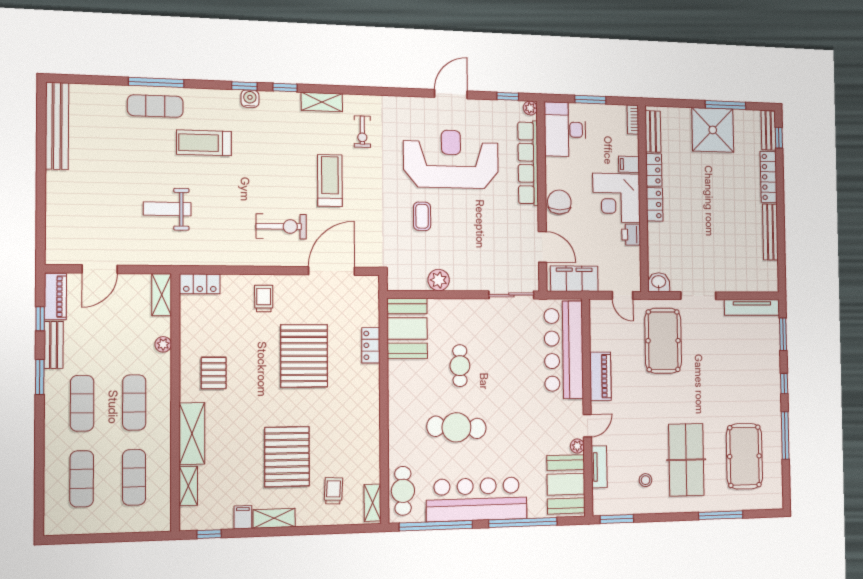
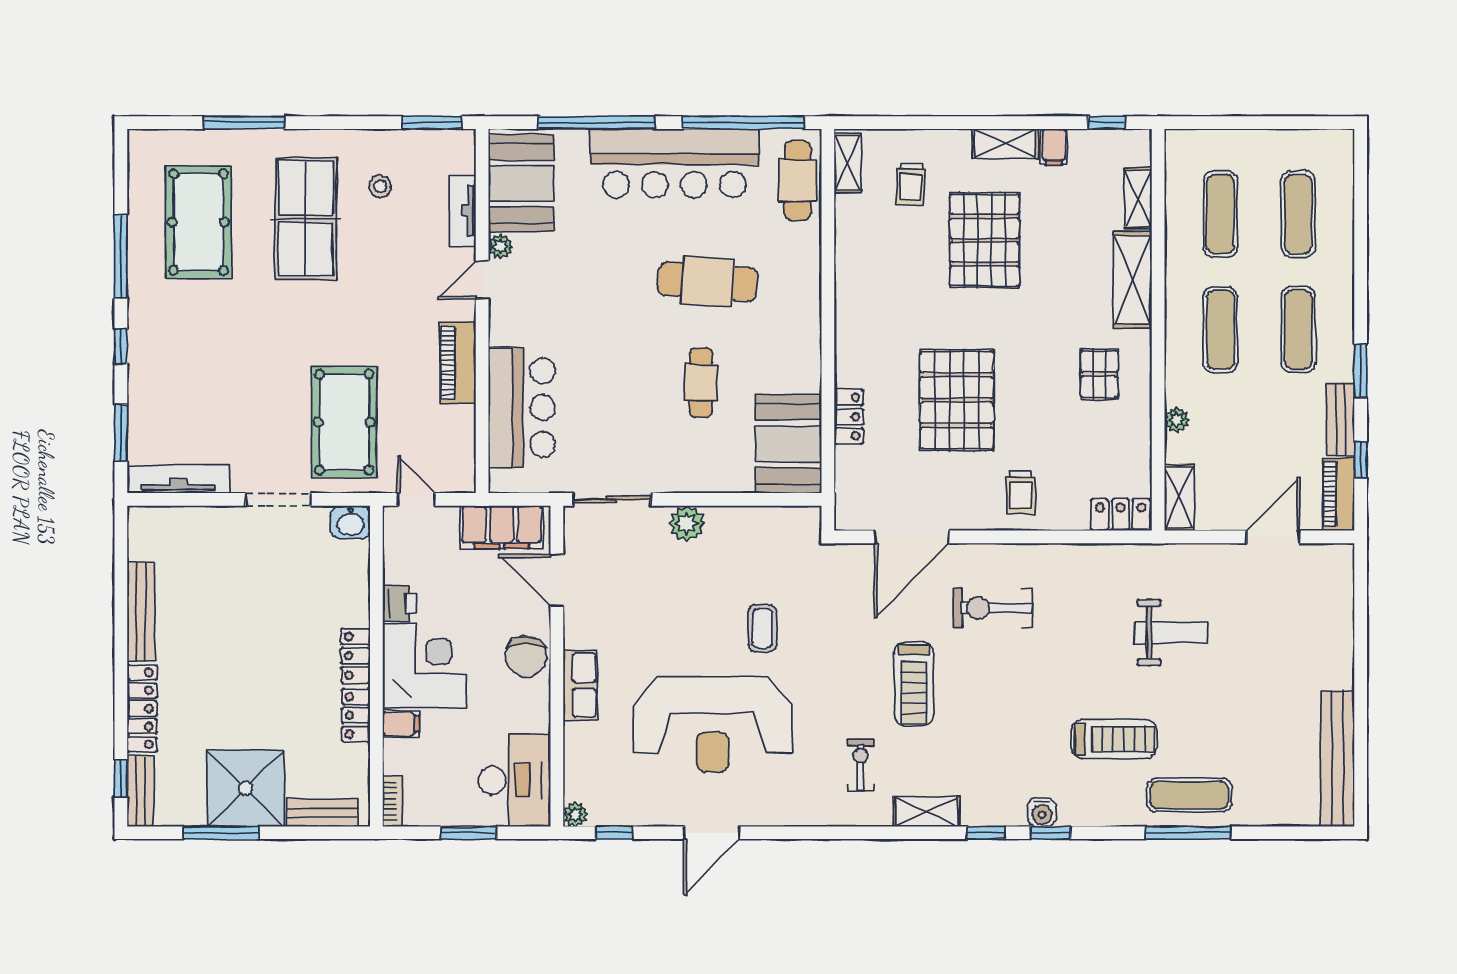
bench: (653, 131) -> (322, 813), moved, turned 90
row of seats: (528, 163) -> (580, 685), width x0.50
plant: (439, 280) -> (687, 523), moved
bar counter: (564, 350) -> (522, 408), width x0.73

